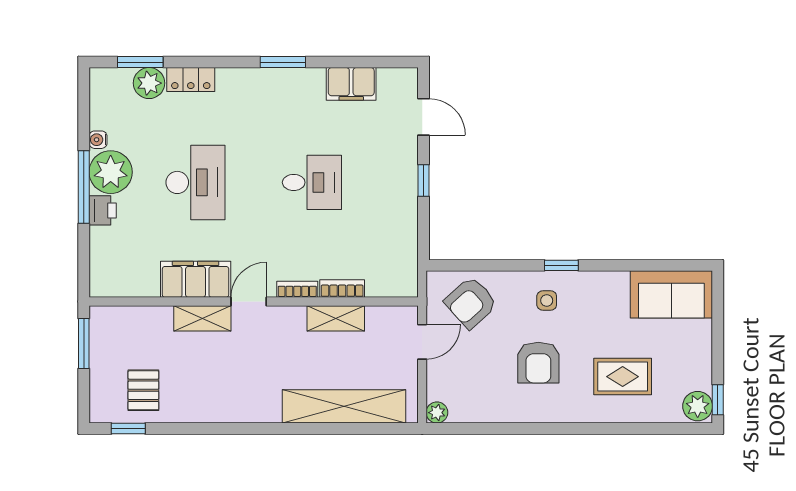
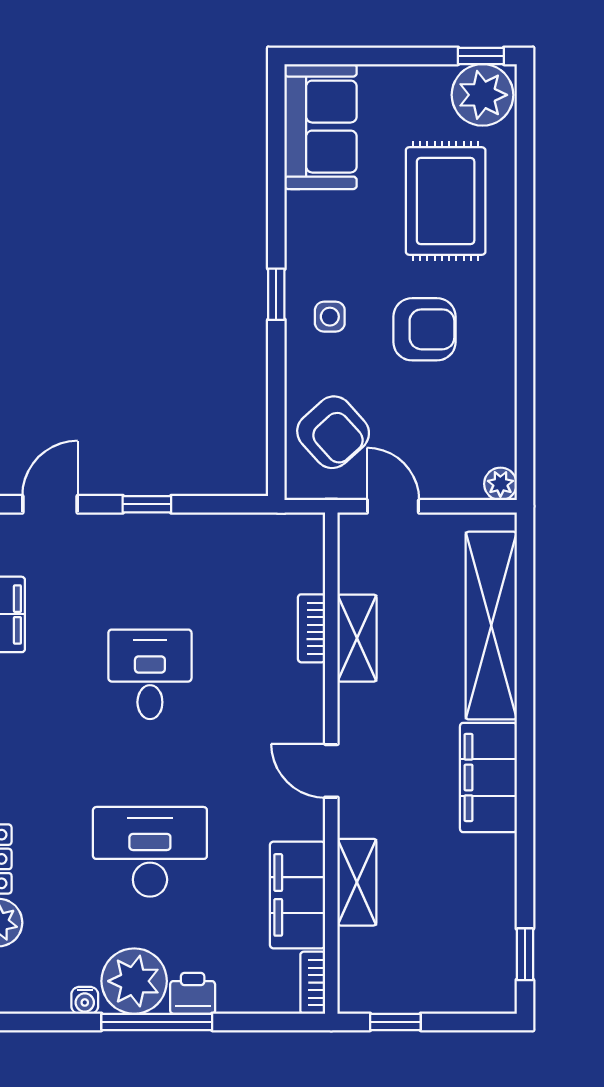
filing cabinet: (196, 279) -> (298, 895), moved
bookcase: (297, 289) -> (313, 983), moved
shelving: (202, 318) -> (357, 882), moved
window: (84, 344) -> (395, 1022), width x0.67
rug: (623, 377) -> (446, 201), width x1.36, depth x1.43
pallet: (143, 390) -> (467, 931), removed
filing cabinet: (244, 405) -> (488, 778), added
plant: (698, 406) -> (483, 95), width x1.36, depth x1.36

